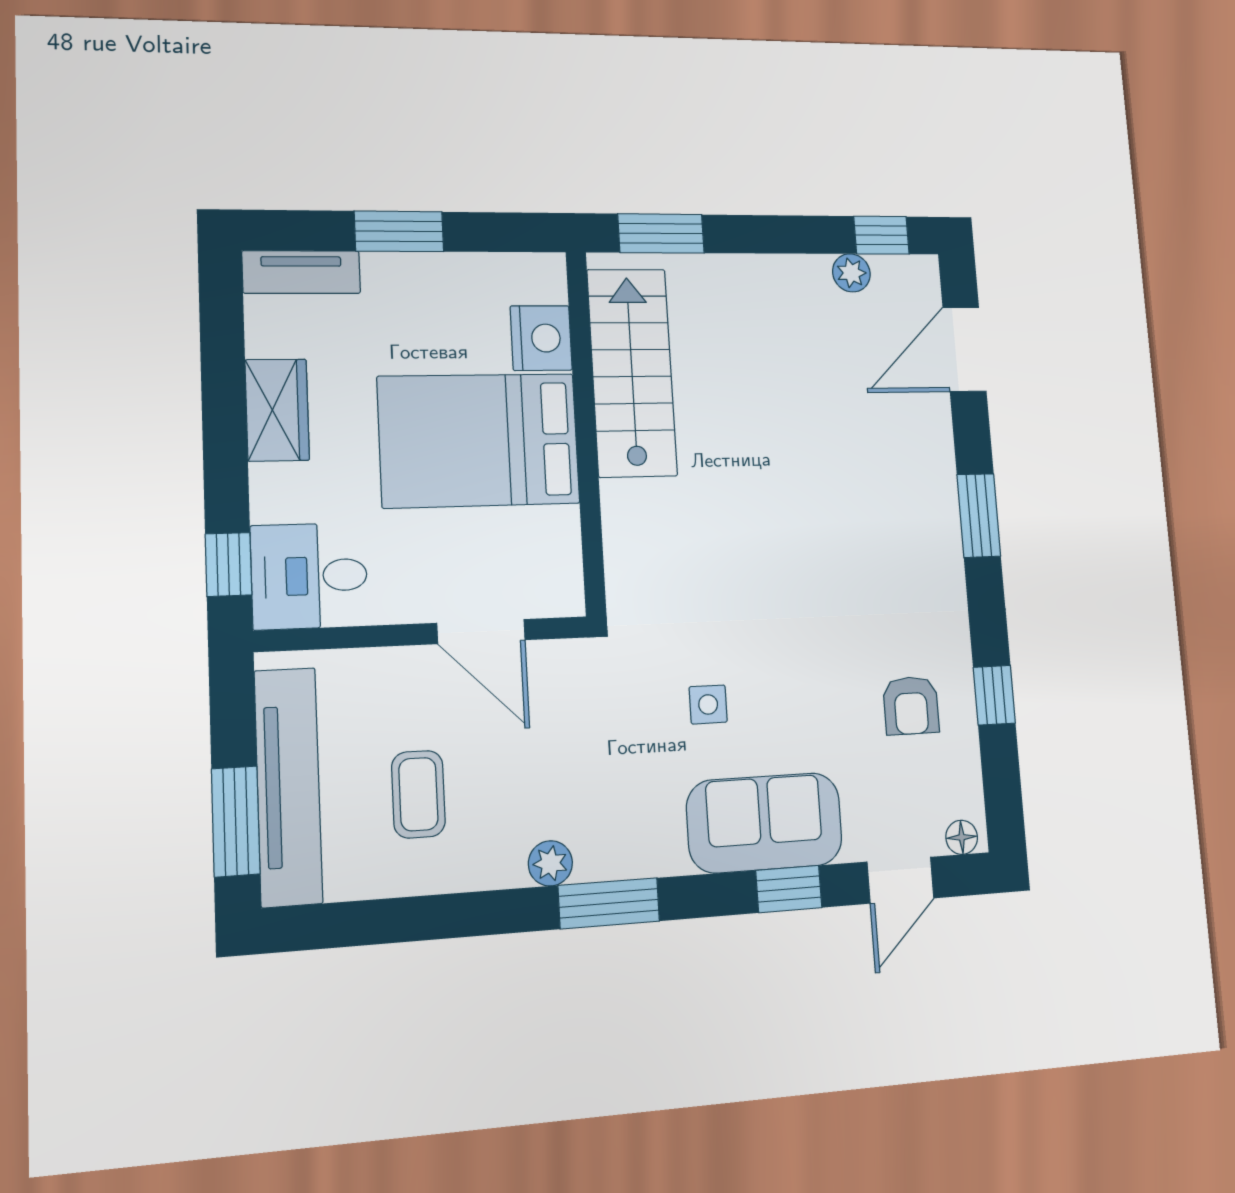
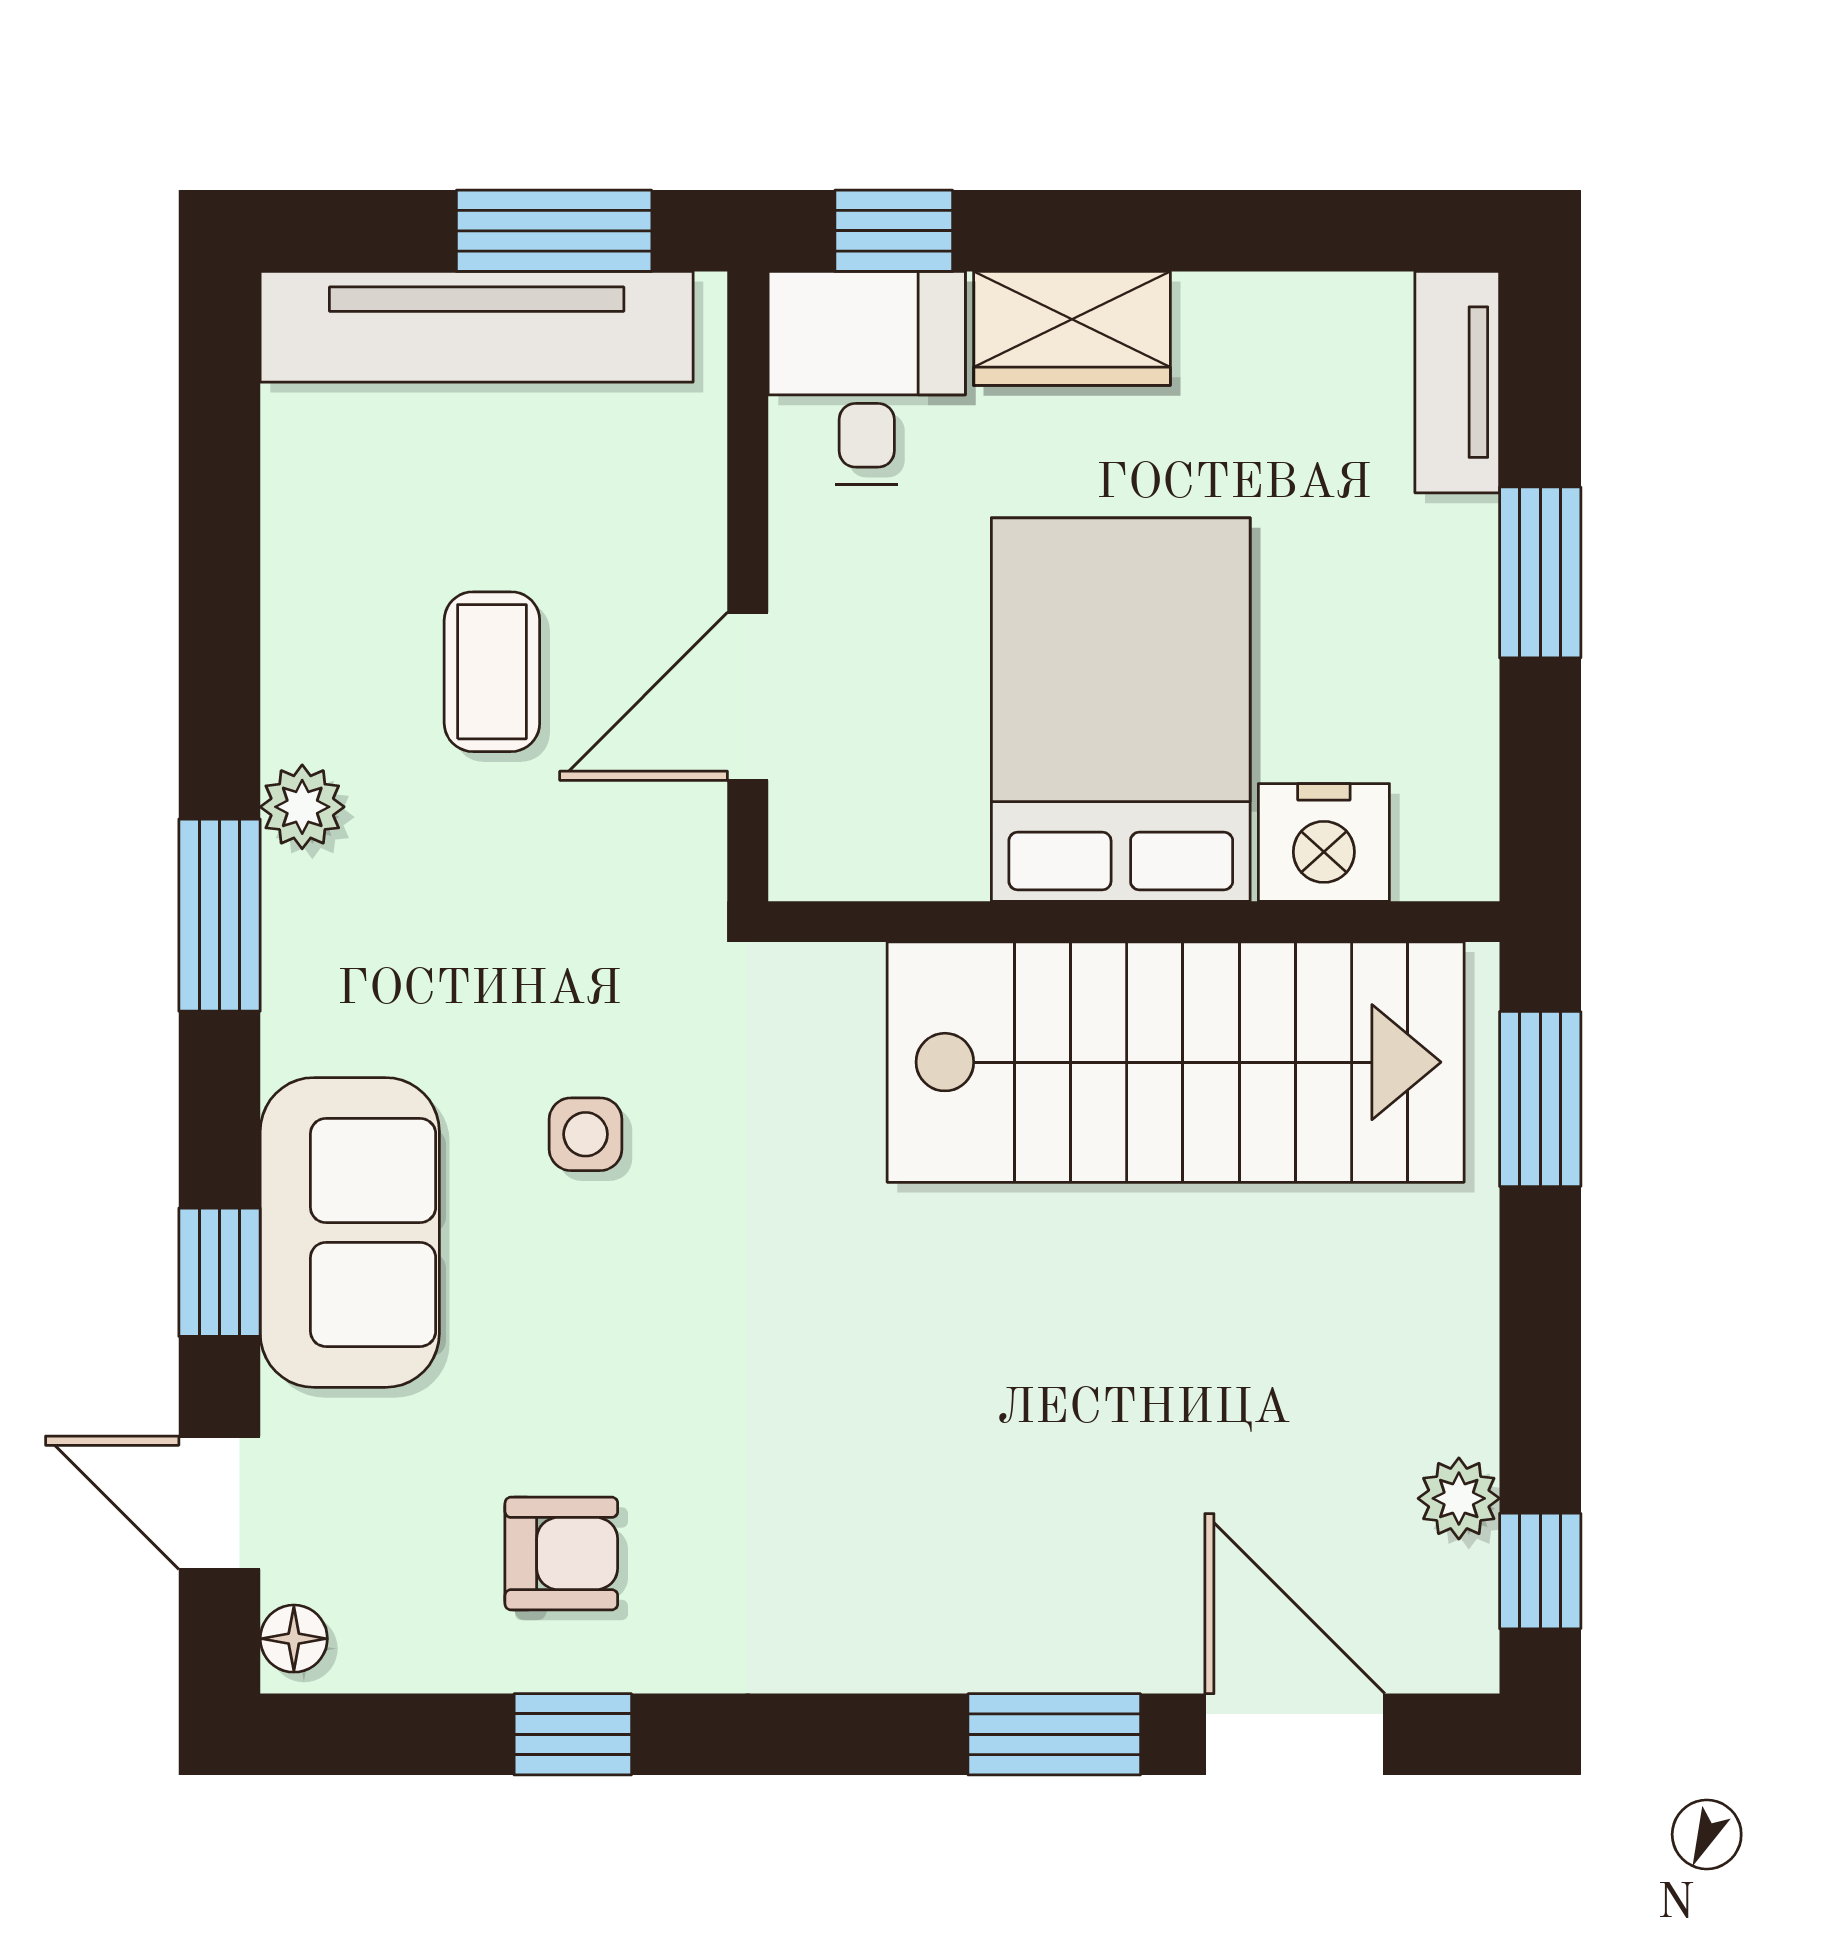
stairs: (632, 372) -> (1176, 1062), width x1.36, depth x1.51
wardrobe: (277, 410) -> (1072, 328), moved
window: (979, 515) -> (1054, 1734), moved
armchair: (911, 706) -> (561, 1554), turned 180
coffee table: (418, 794) -> (492, 672), moved, turned 90
window: (236, 821) -> (554, 231), moved

